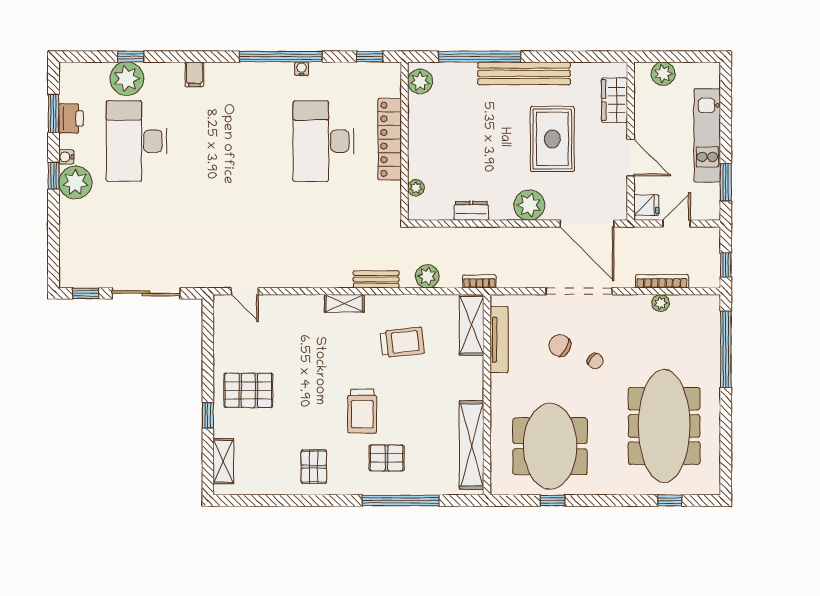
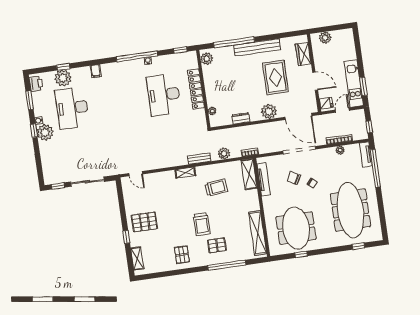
printer: (71, 119) -> (36, 84), moved
kitchen unit: (707, 135) -> (354, 84), moved
tv unit: (711, 319) -> (366, 154), added

